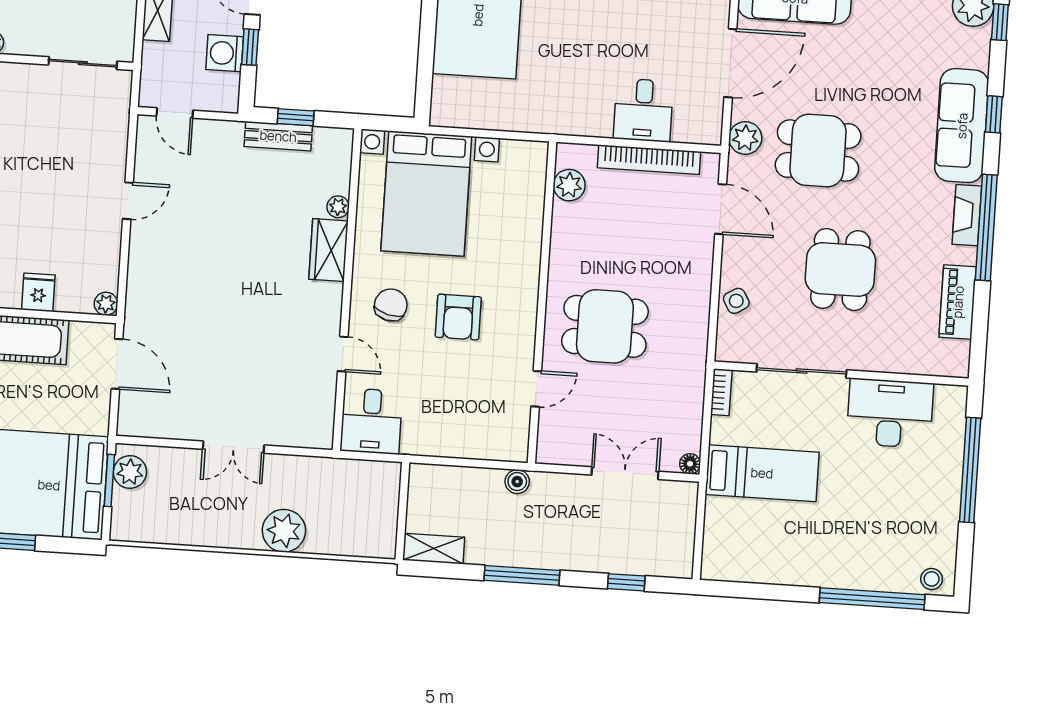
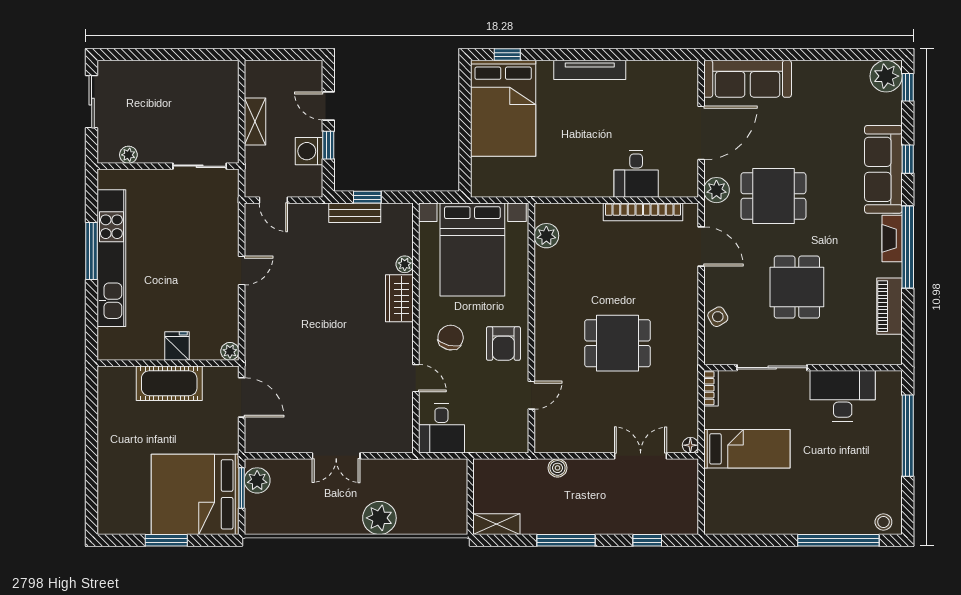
plant: (569, 185) -> (546, 236), moved
wall: (542, 303) -> (531, 328), moved
door: (536, 389) -> (531, 395), moved

